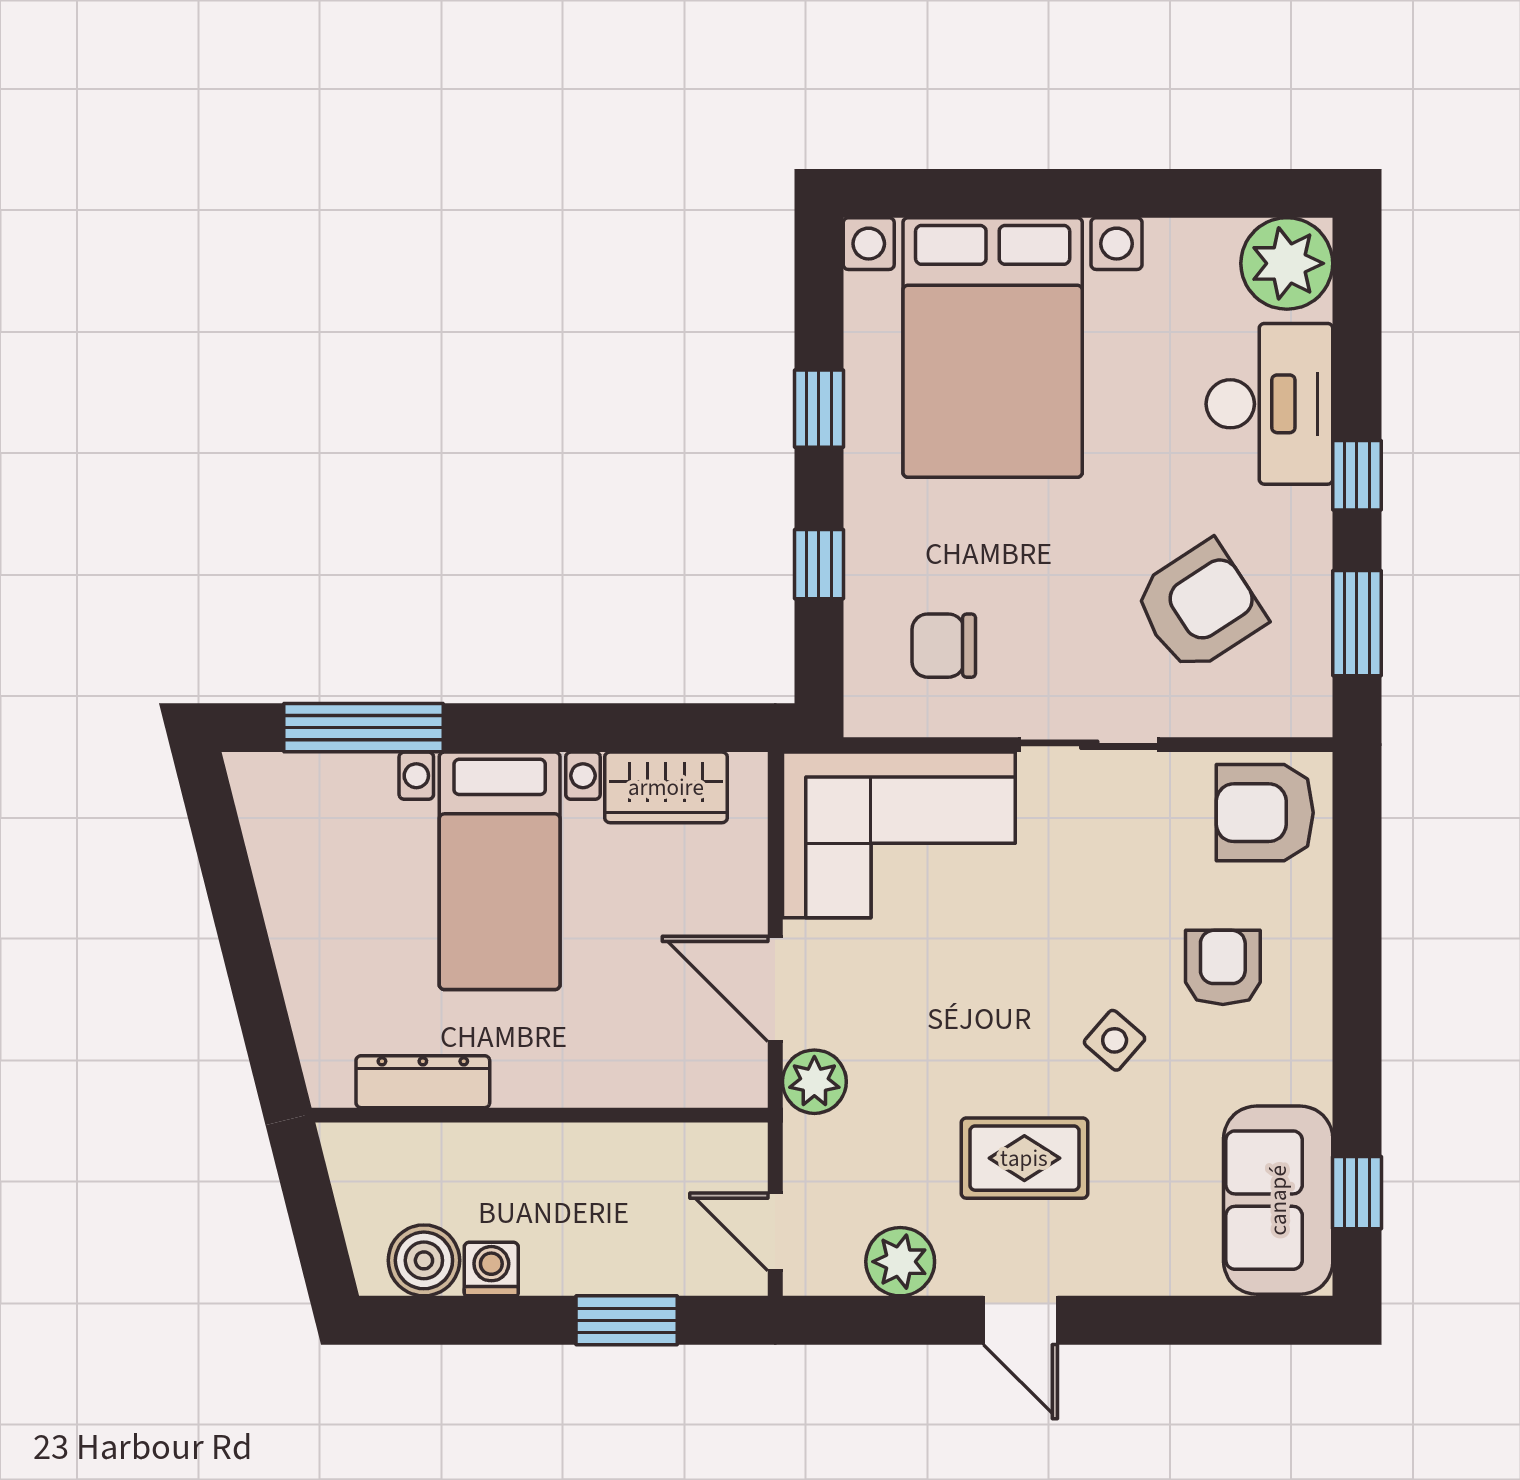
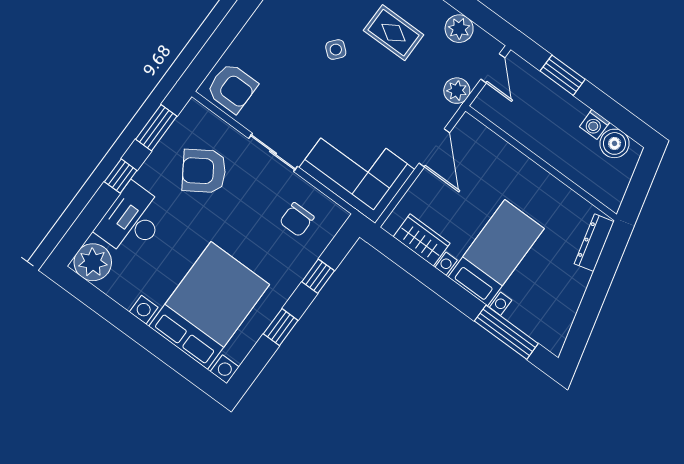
chair: (944, 646) -> (297, 220), turned 90
armchair: (1223, 967) -> (283, 47), removed
dresser: (423, 1082) -> (594, 243), moved, turned 76
plant: (814, 1082) -> (457, 91), moved

